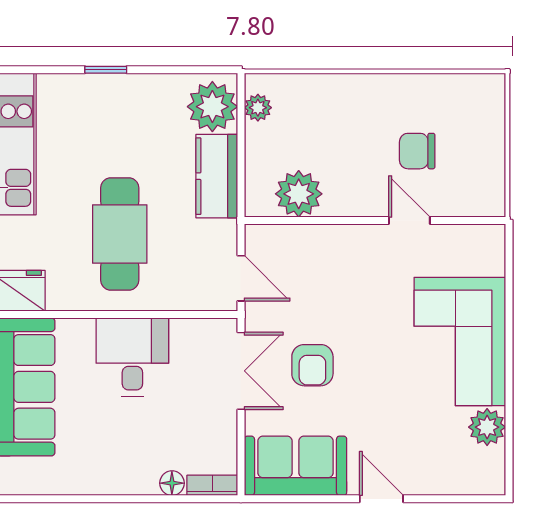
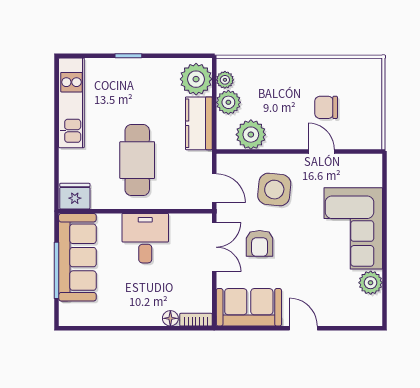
plant: (263, 143) -> (228, 102), added
side table: (336, 280) -> (274, 190), added

